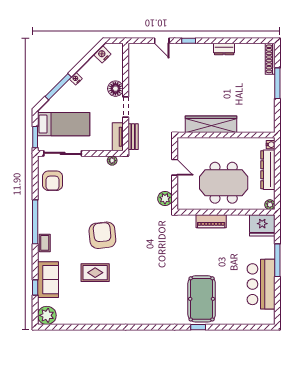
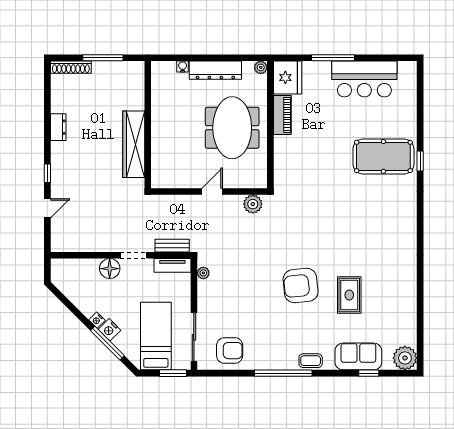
nightstand: (102, 54) -> (109, 330), moved
wardrobe: (211, 124) -> (134, 144), moved
wall: (226, 135) -> (148, 125), moved
piano: (211, 221) -> (282, 115), moved

